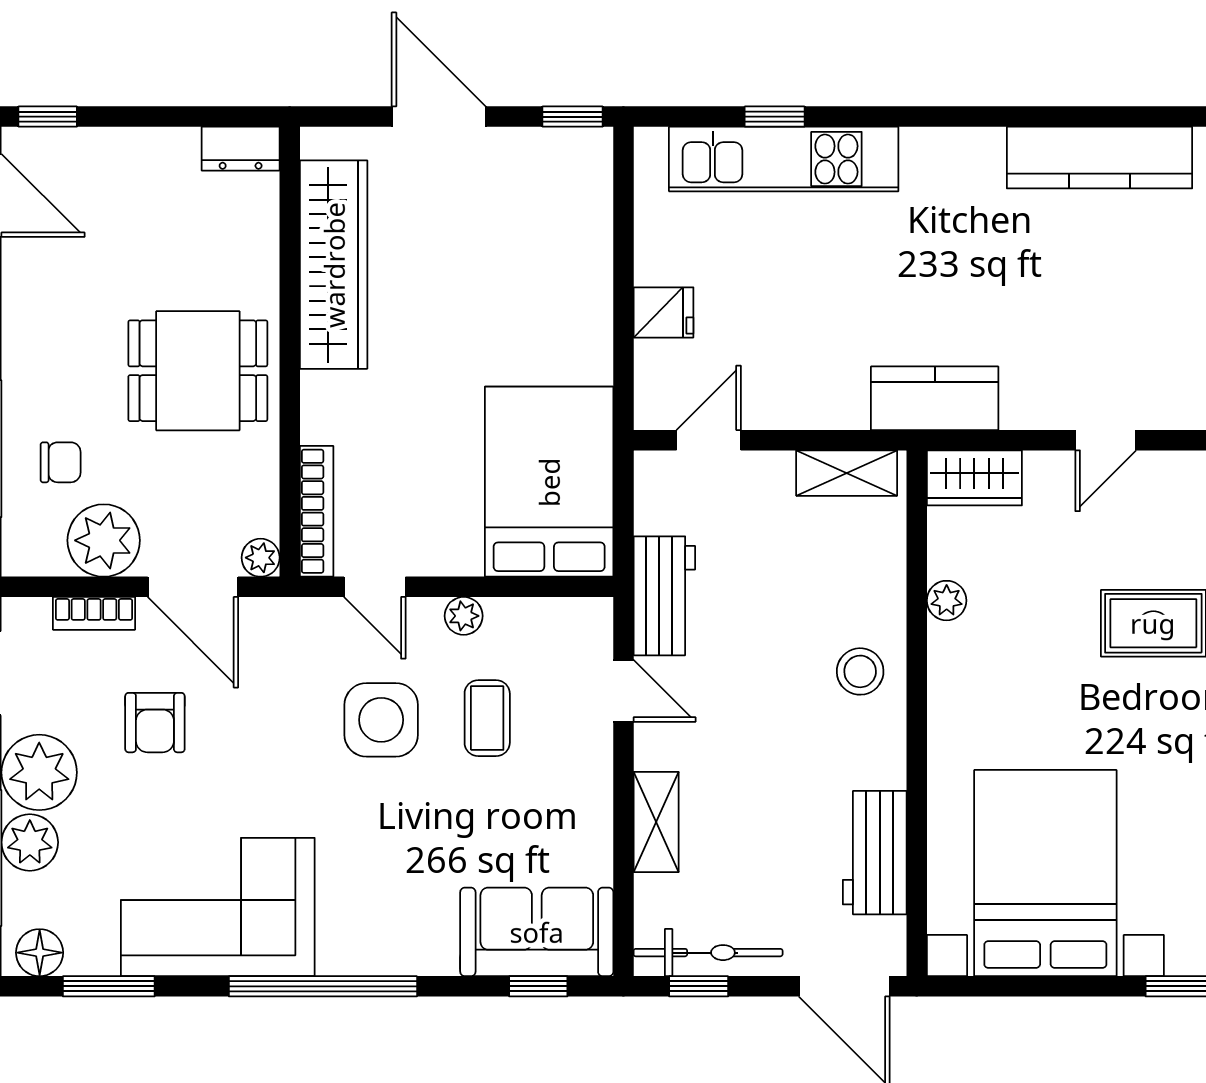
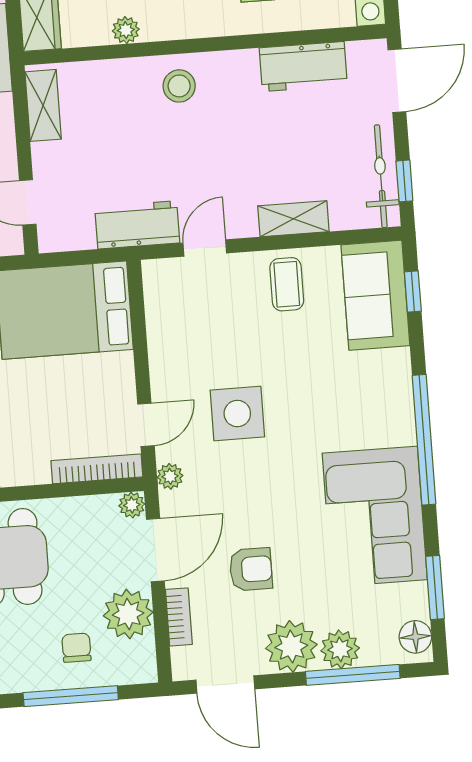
plant: (464, 616) -> (170, 476), moved
coffee table: (487, 718) -> (287, 284), moved, turned 90

